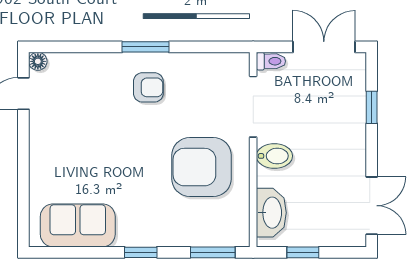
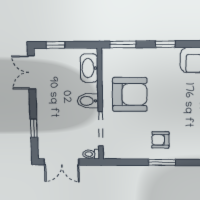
window: (303, 252) -> (56, 45), moved

